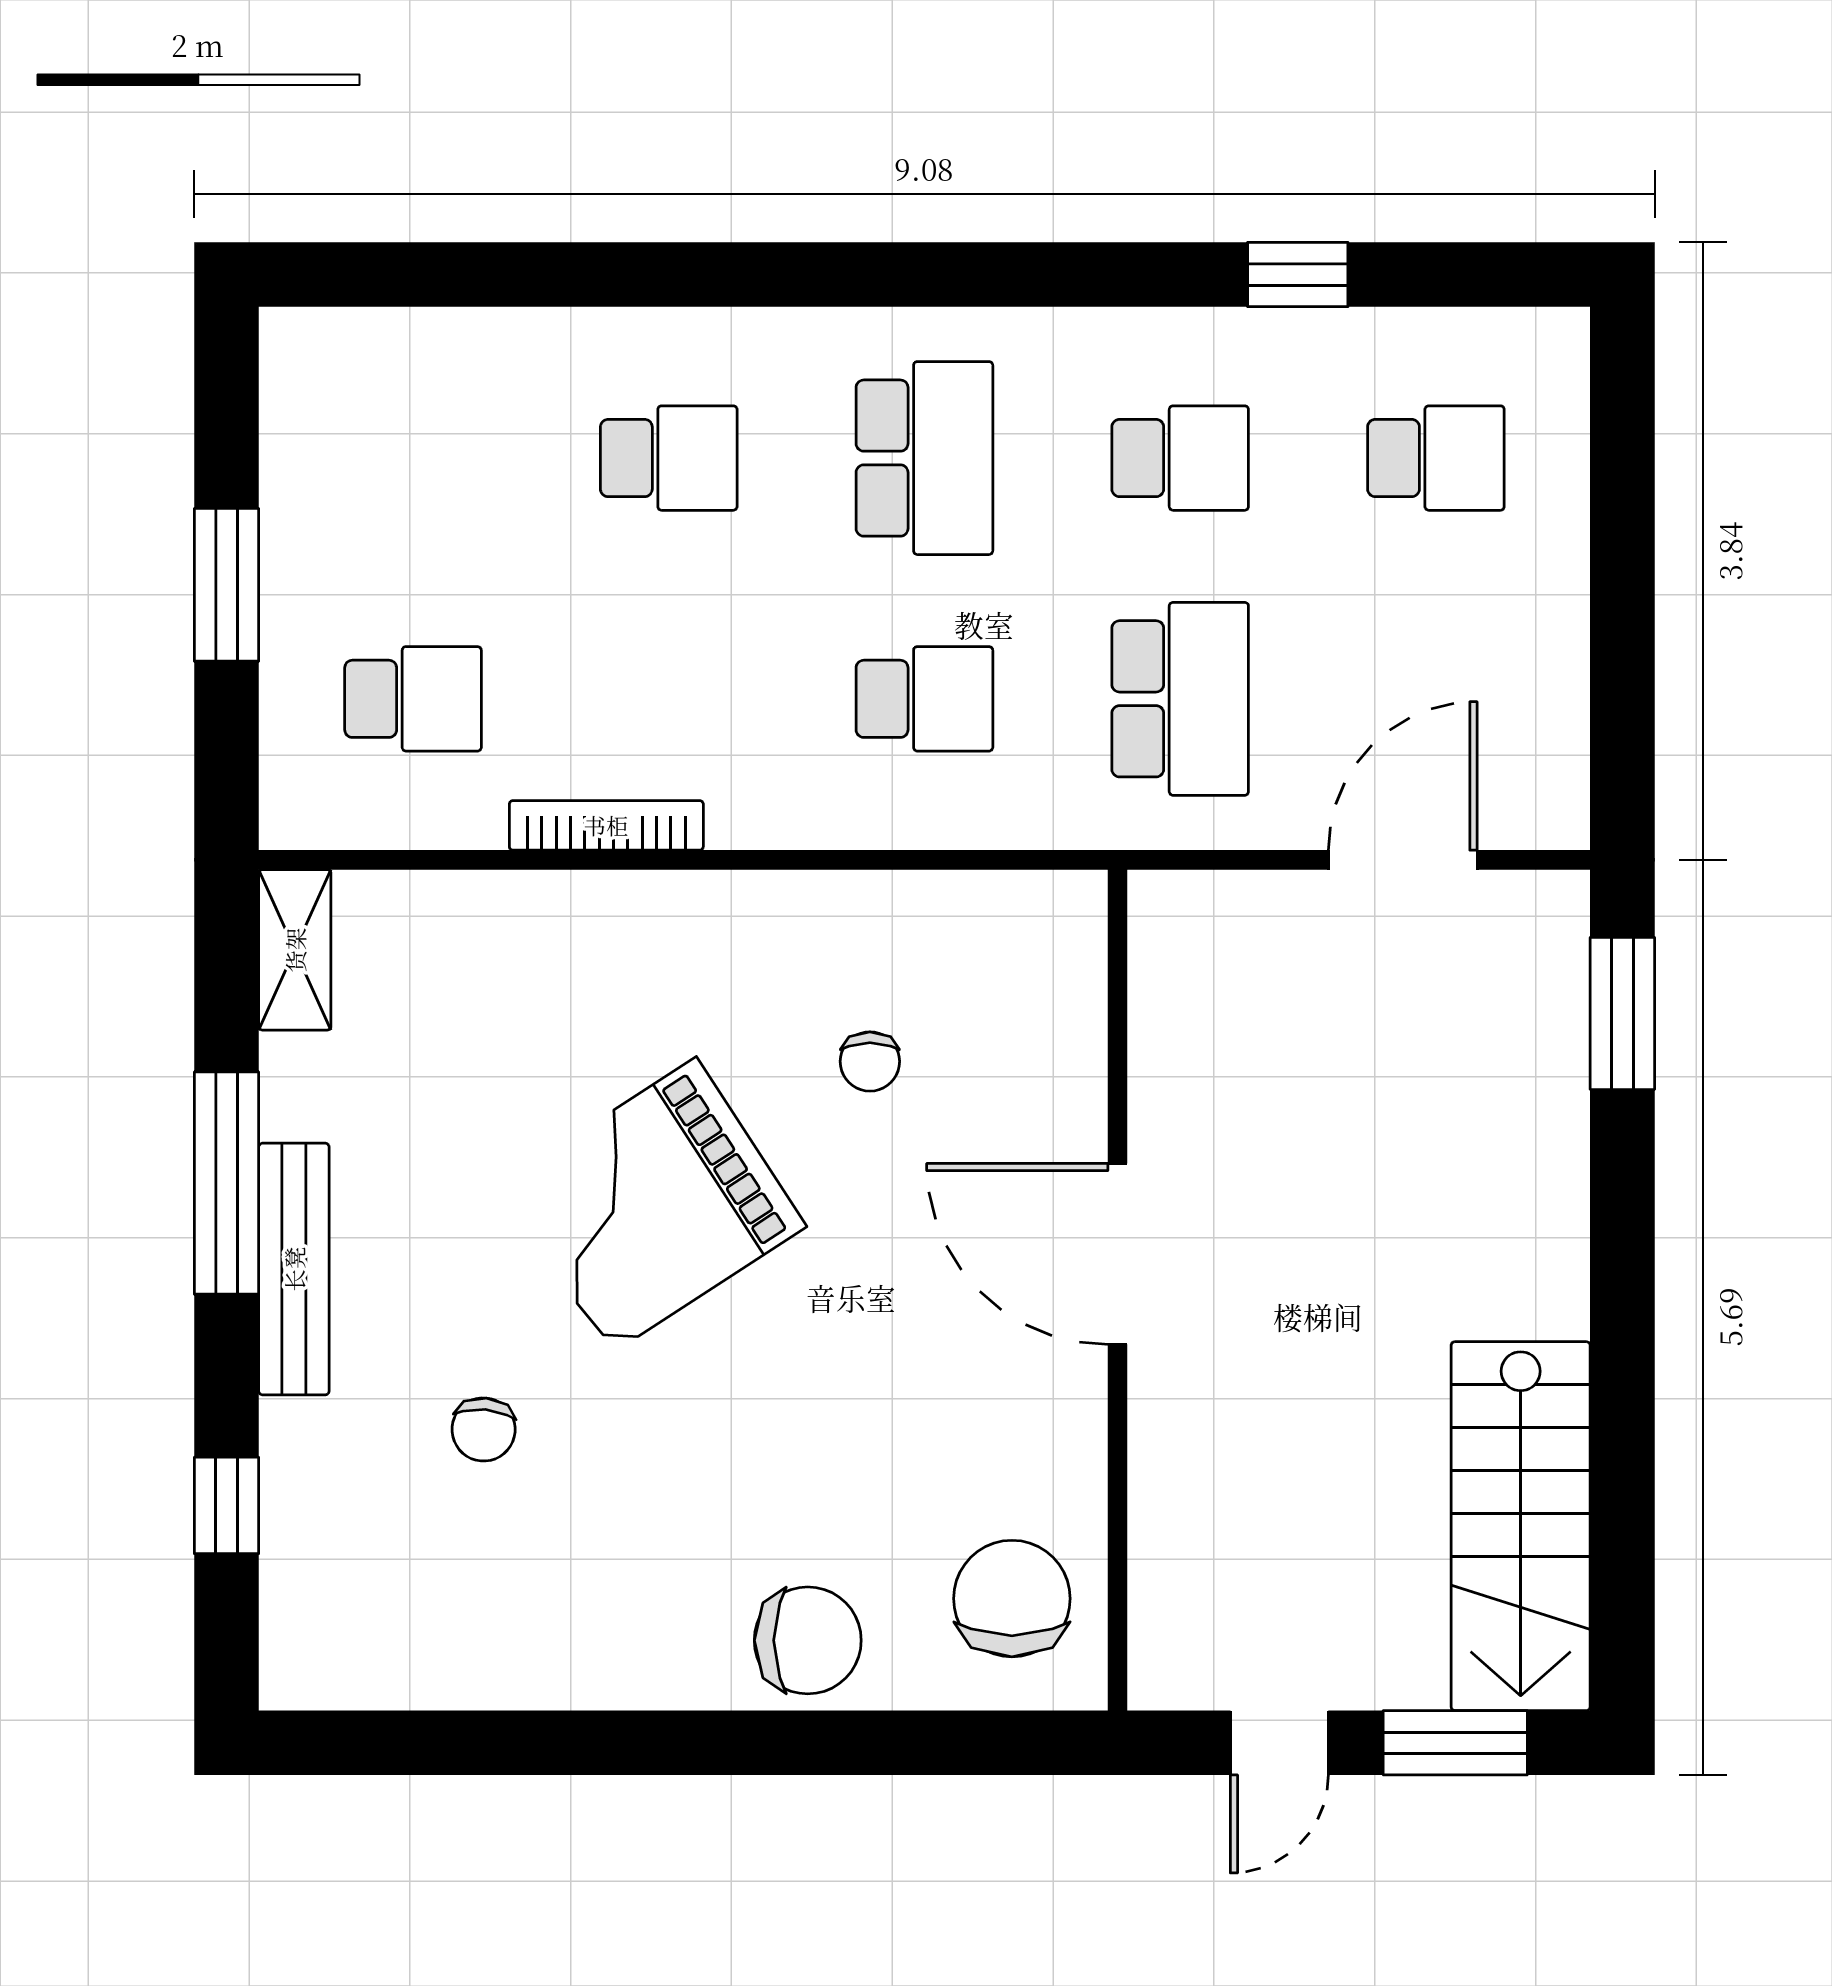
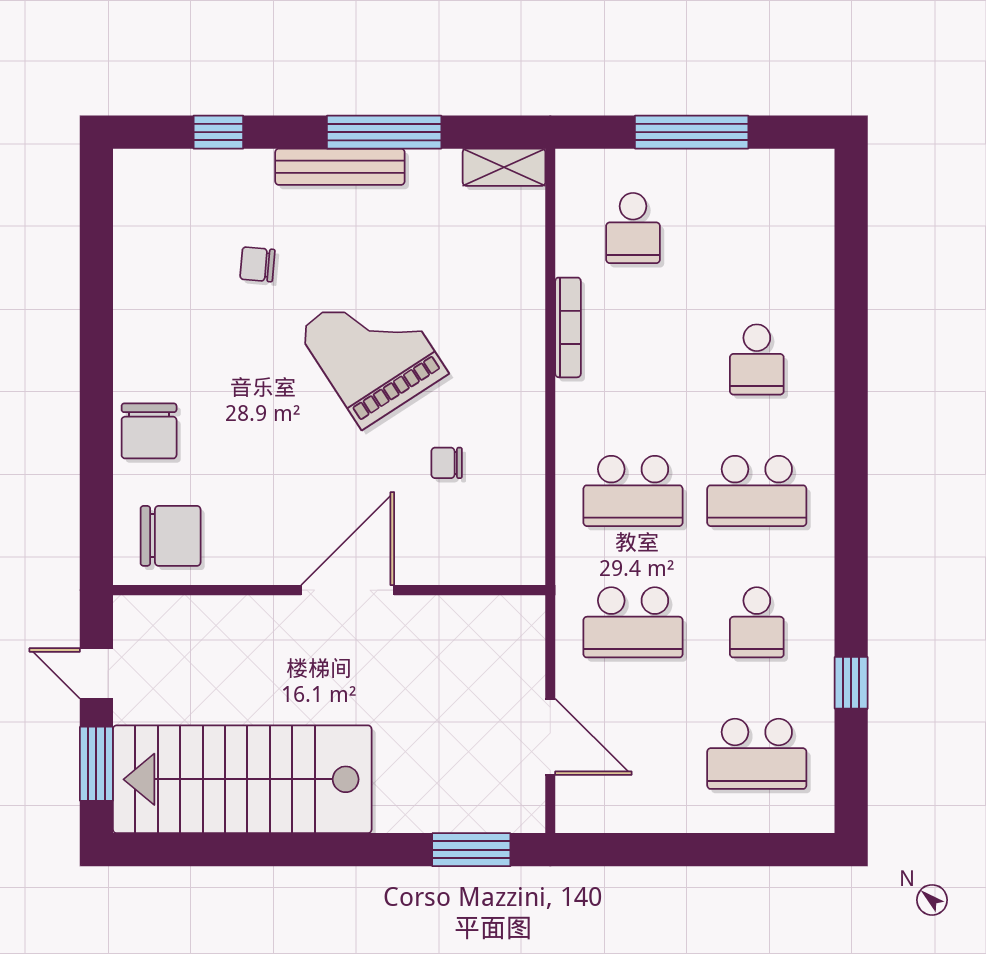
school desk: (1436, 458) -> (757, 754), width x1.85
window: (227, 585) -> (692, 132), width x1.44
school desk: (924, 699) -> (633, 491), width x1.85
stairs: (1521, 1526) -> (242, 779), width x1.36, depth x1.51

